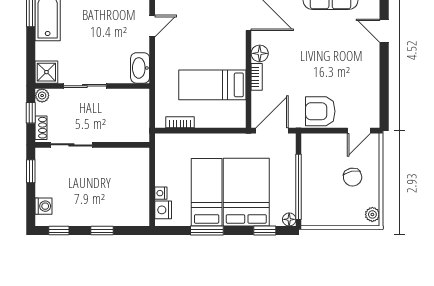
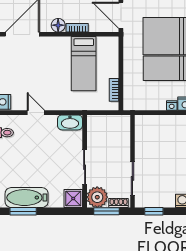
plant: (42, 96) -> (97, 197), width x1.87, depth x1.87
window: (31, 113) -> (106, 211), width x1.50

